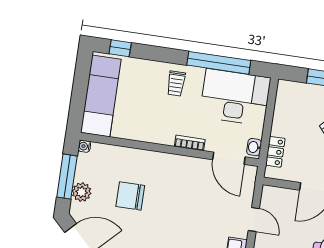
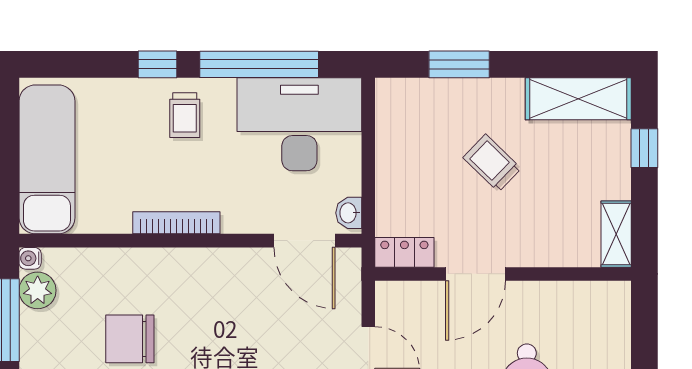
window: (120, 48) -> (158, 64), moved
bookcase: (190, 143) -> (176, 223), moved, width x1.56
locker: (275, 152) -> (404, 252), moved, turned -90
plant: (82, 192) -> (38, 290), moved

